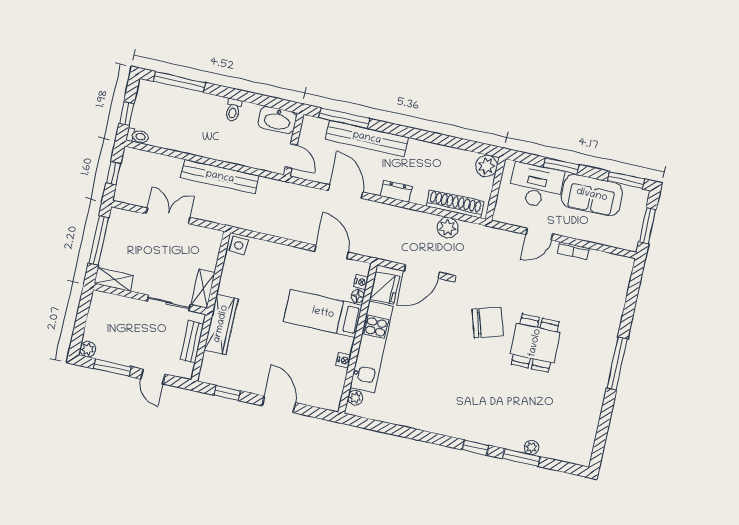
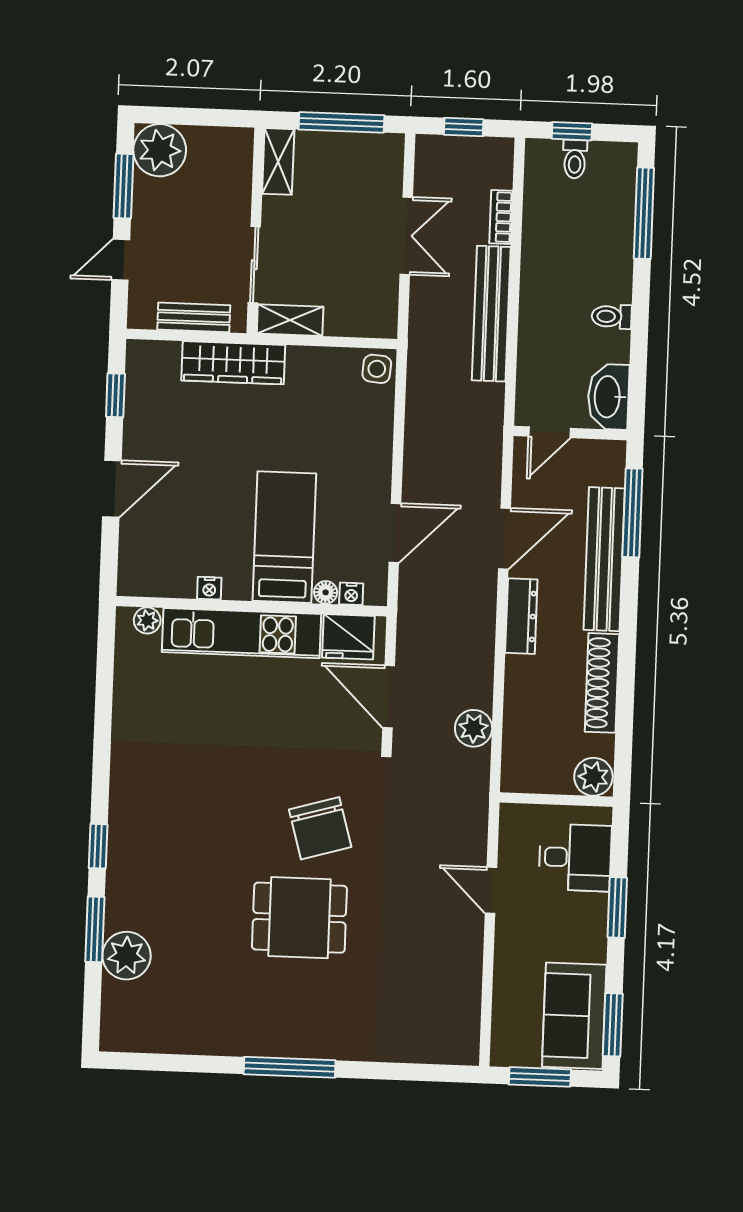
toilet: (138, 136) -> (575, 159), moved
desk: (536, 186) -> (575, 857), width x0.73
dresser: (396, 191) -> (521, 616), width x1.44
sofa: (592, 195) -> (574, 1016), moved
shoe rack: (455, 204) -> (602, 683), moved, turned 180
bookcase: (573, 251) -> (501, 217), moved
plant: (88, 349) -> (160, 150), width x1.88, depth x1.88
plant: (531, 447) -> (127, 956), width x1.88, depth x1.88

